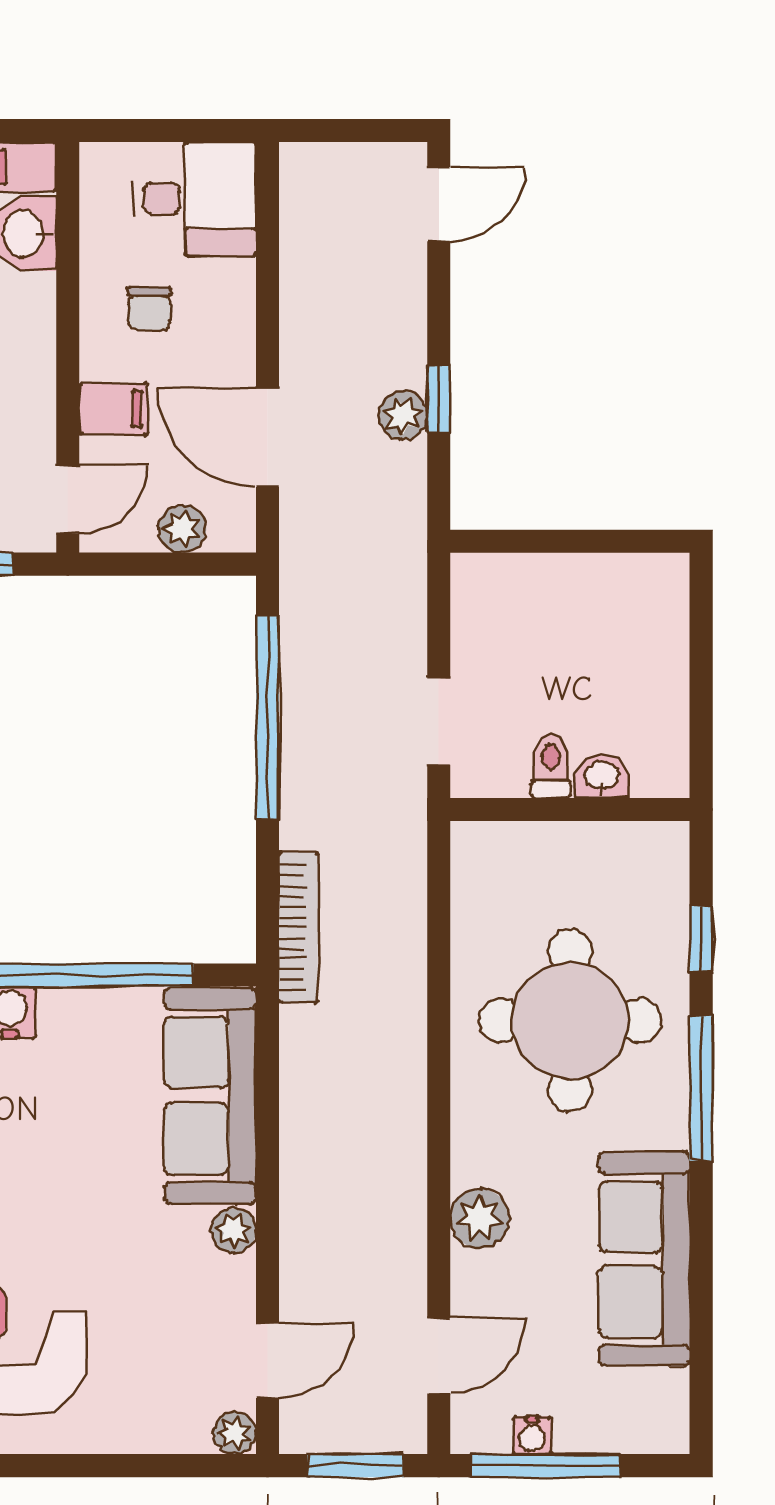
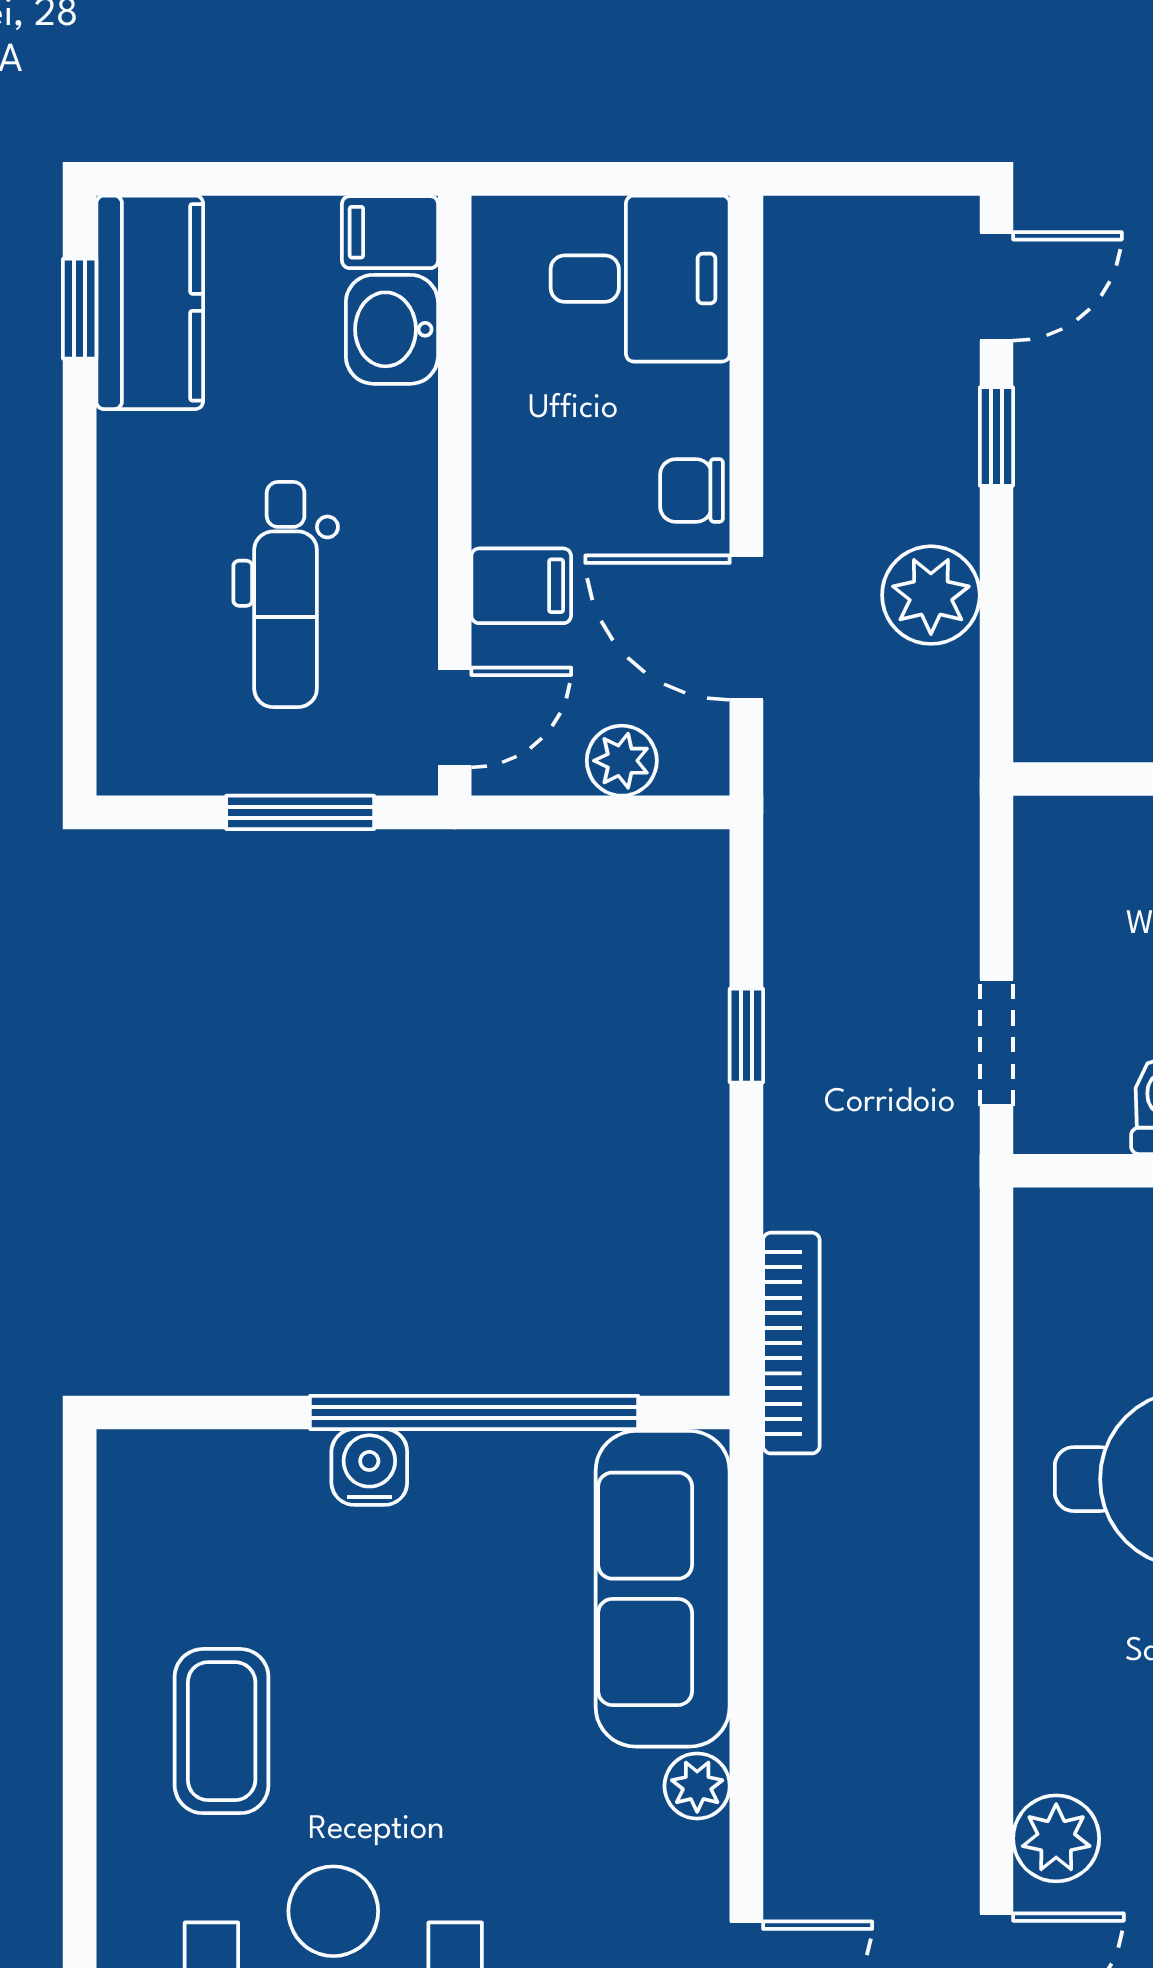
chair: (149, 309) -> (692, 490), moved, turned 90
window: (439, 399) -> (996, 437), moved
plant: (403, 415) -> (931, 595), width x1.38, depth x1.38
window: (268, 717) -> (746, 1036), width x0.32
plant: (480, 1218) -> (1056, 1838), moved

